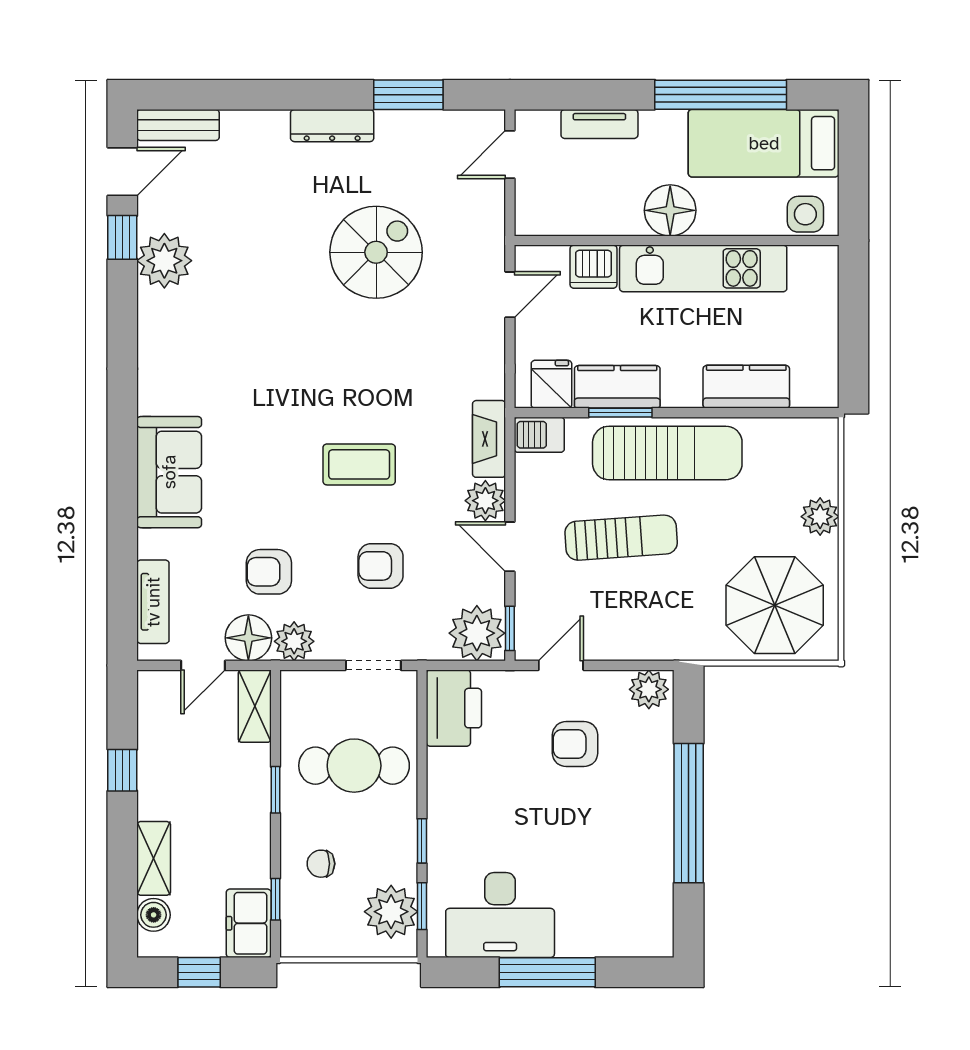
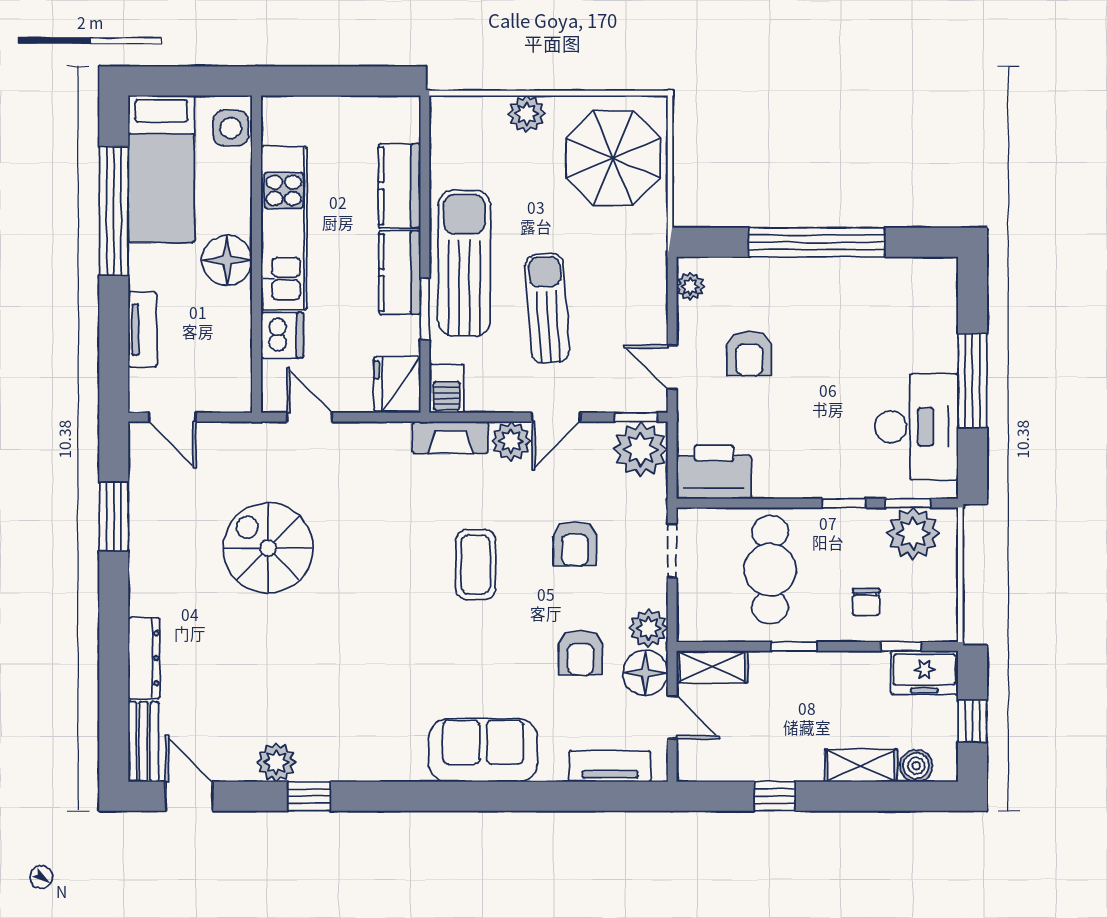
dresser: (332, 126) -> (144, 658), moved
window: (122, 237) -> (309, 796), moved
plant: (164, 261) -> (276, 762), width x0.73, depth x0.73
fridge: (551, 384) -> (397, 384), width x1.38
kitchen counter: (617, 387) -> (400, 273), moved
plant: (649, 689) -> (690, 286), width x0.73, depth x0.73

